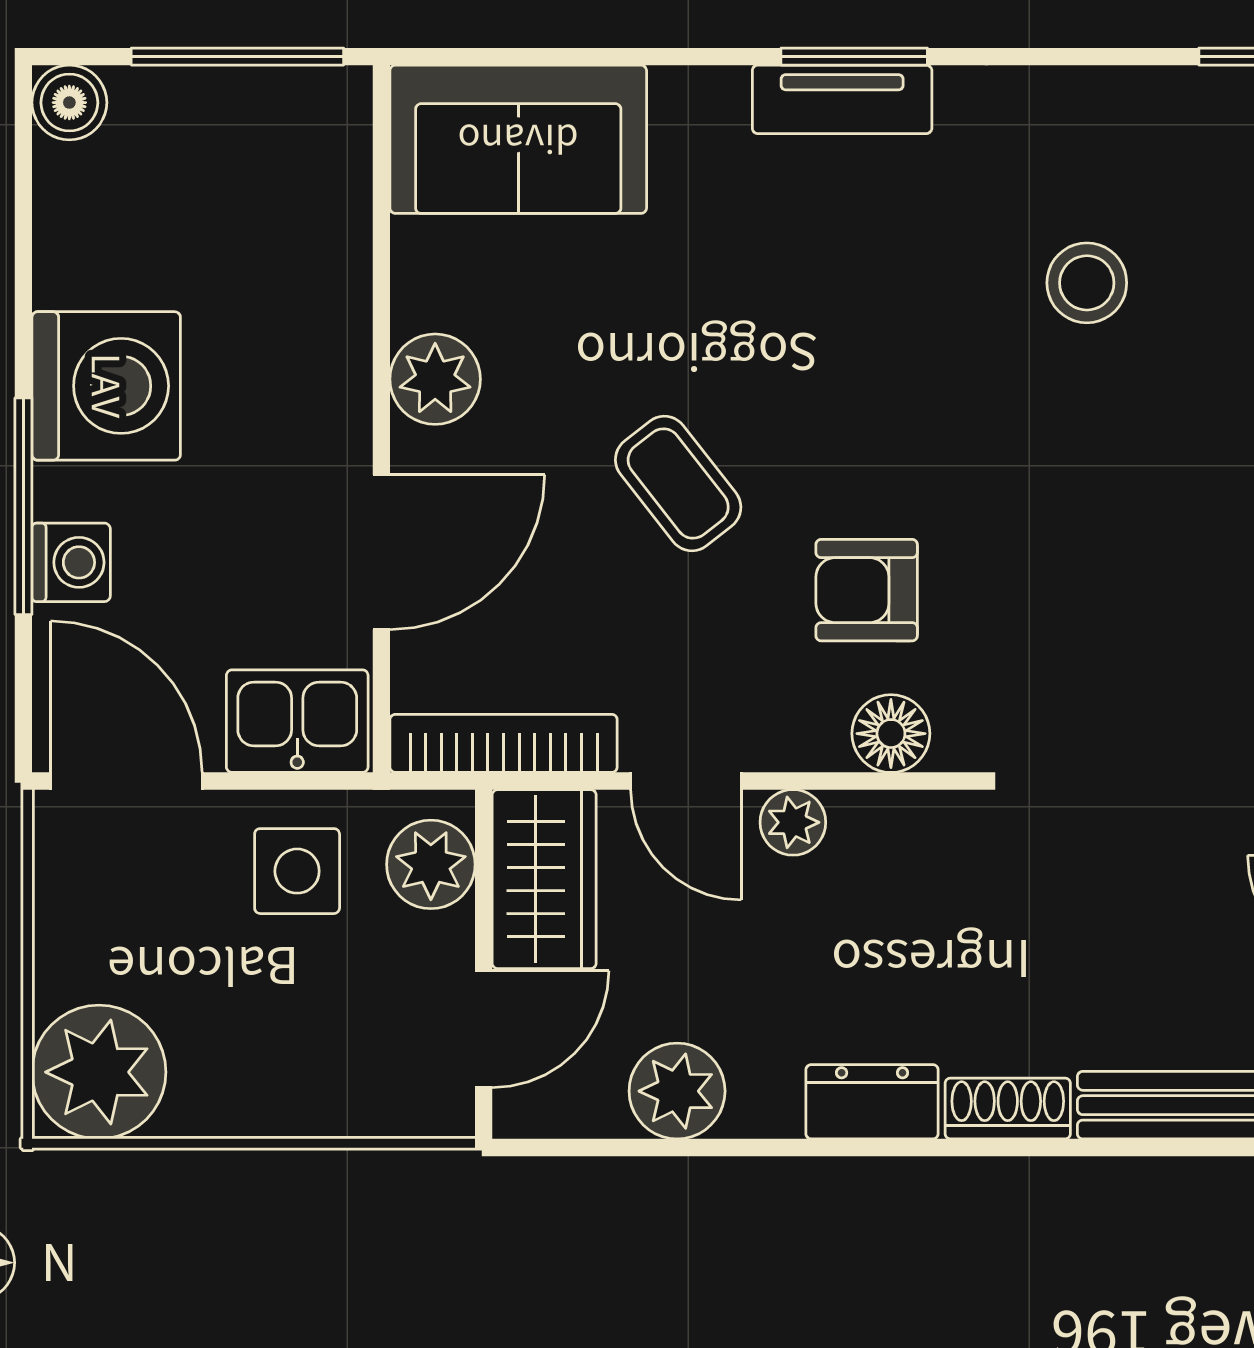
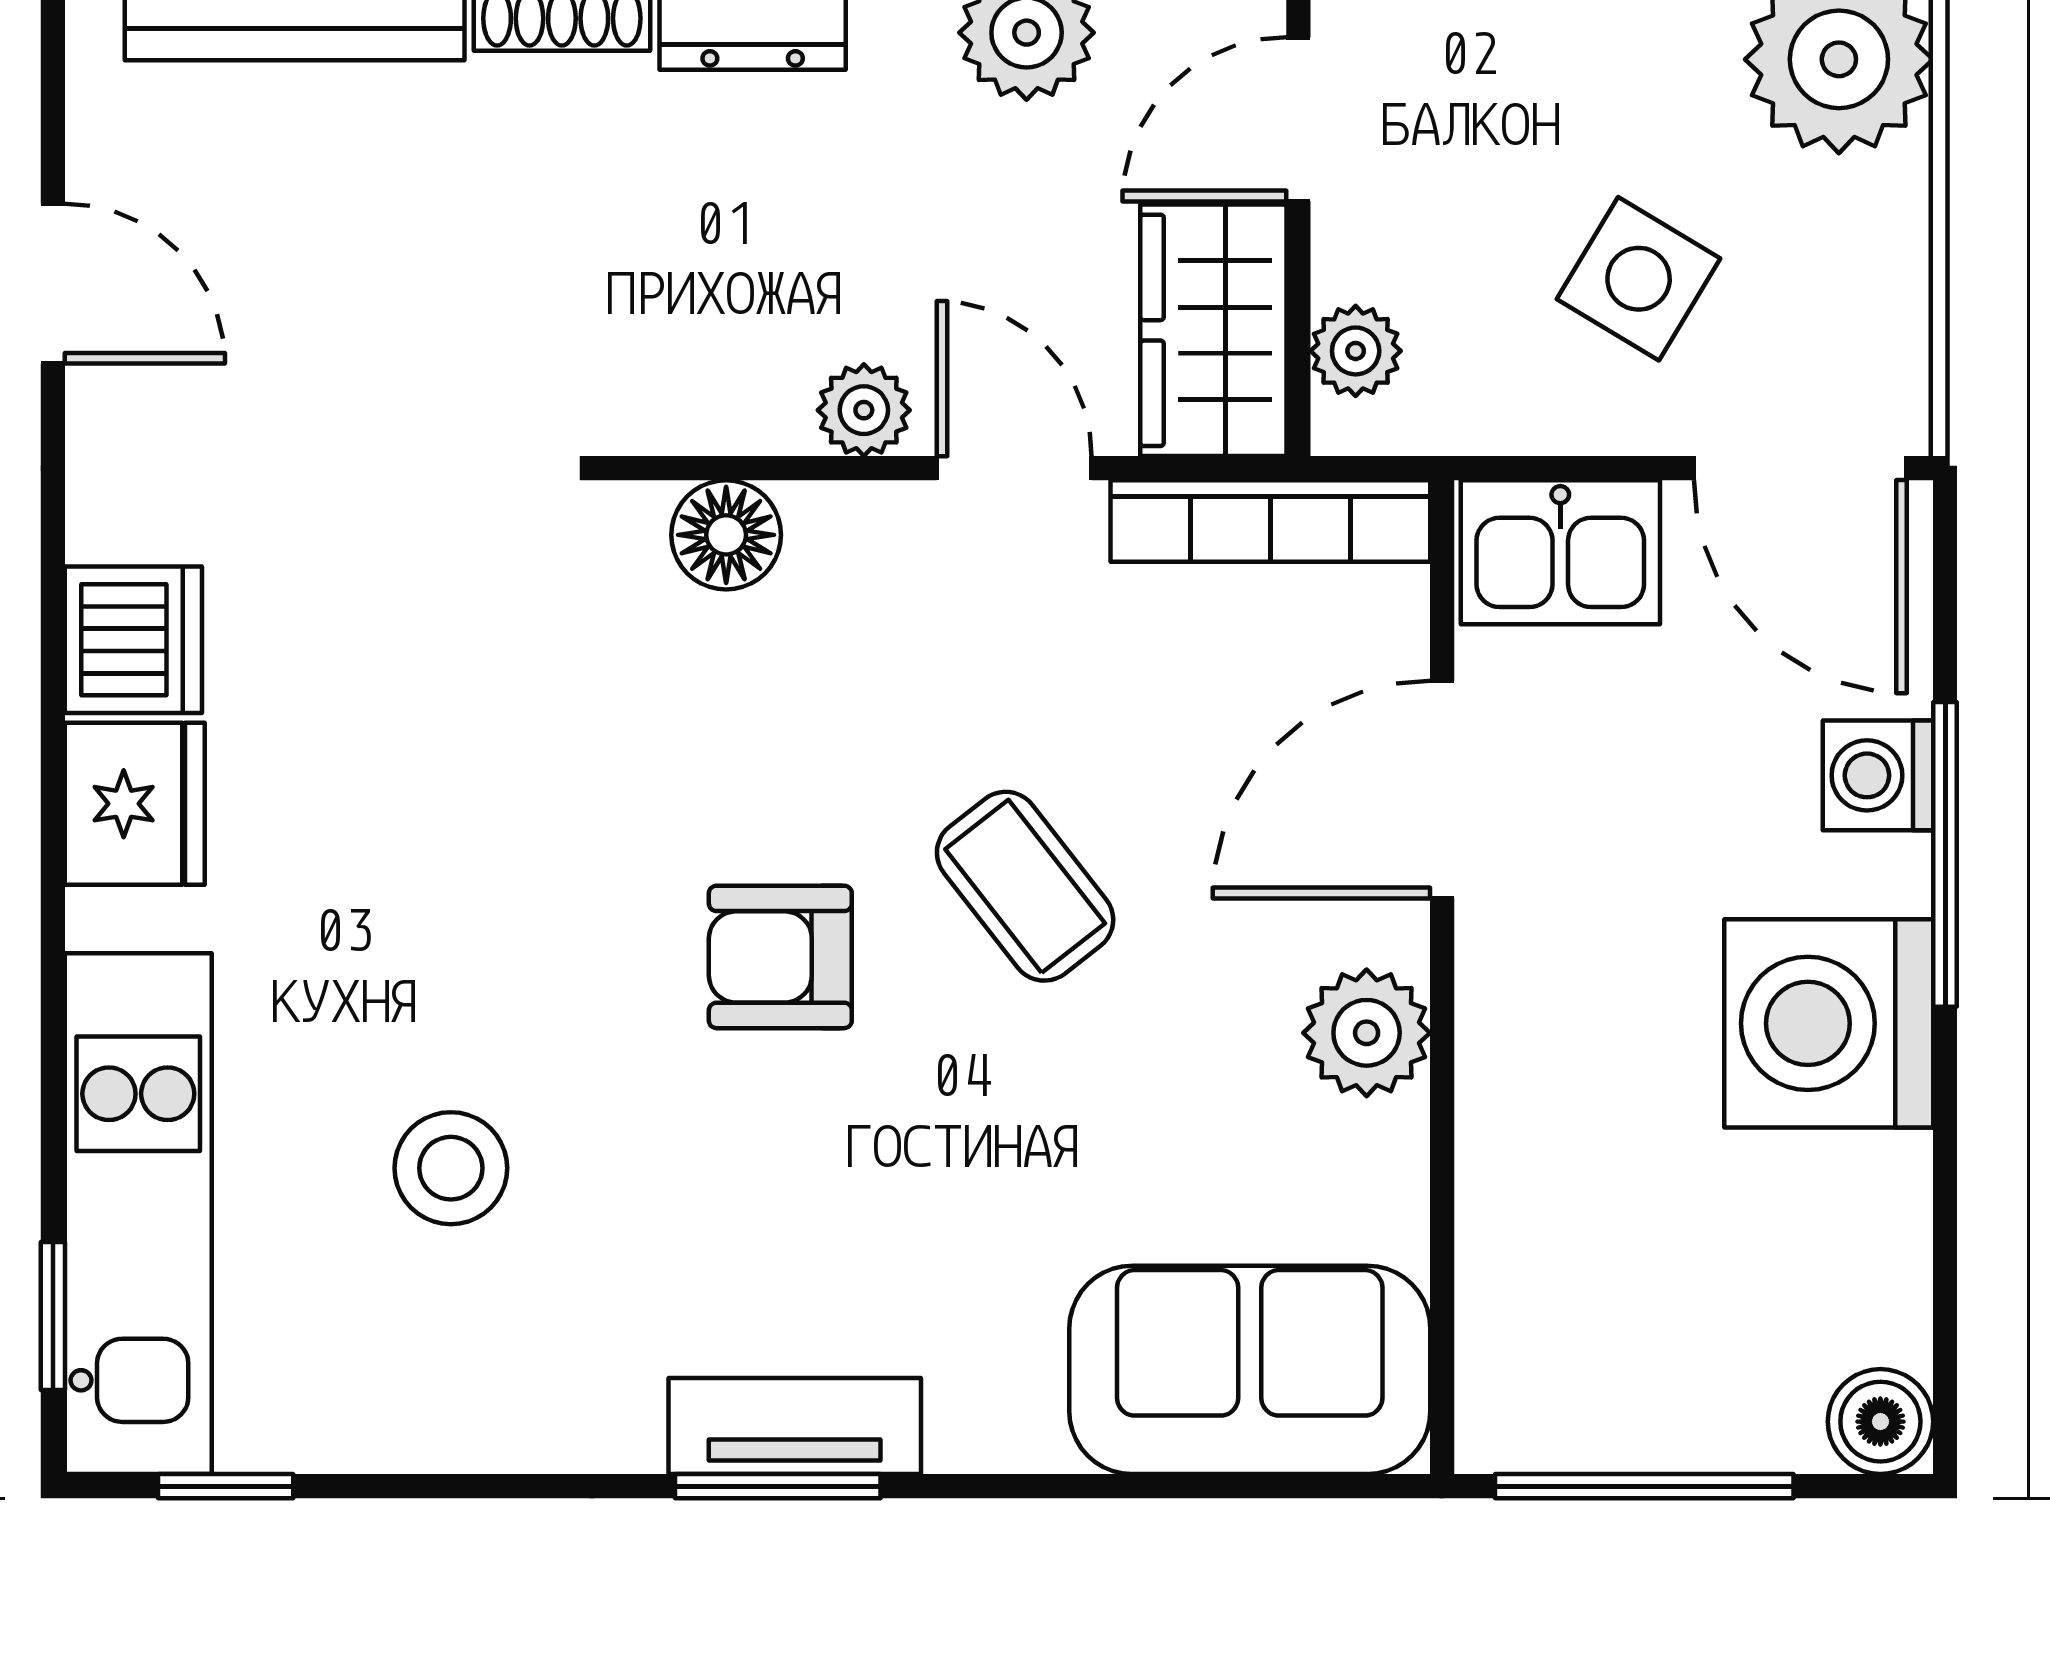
armchair: (867, 590) -> (780, 957), moved, turned 180
plant: (431, 864) -> (1356, 351), width x0.73, depth x0.73
side table: (297, 871) -> (1639, 279), moved, turned 31

